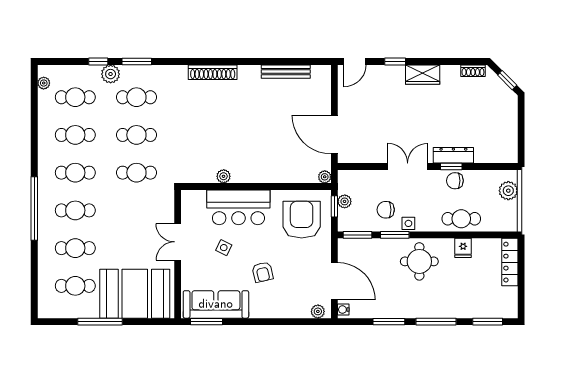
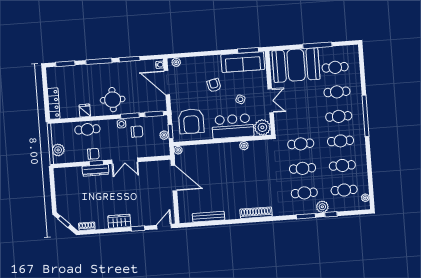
plant: (193, 202) -> (262, 127), added

